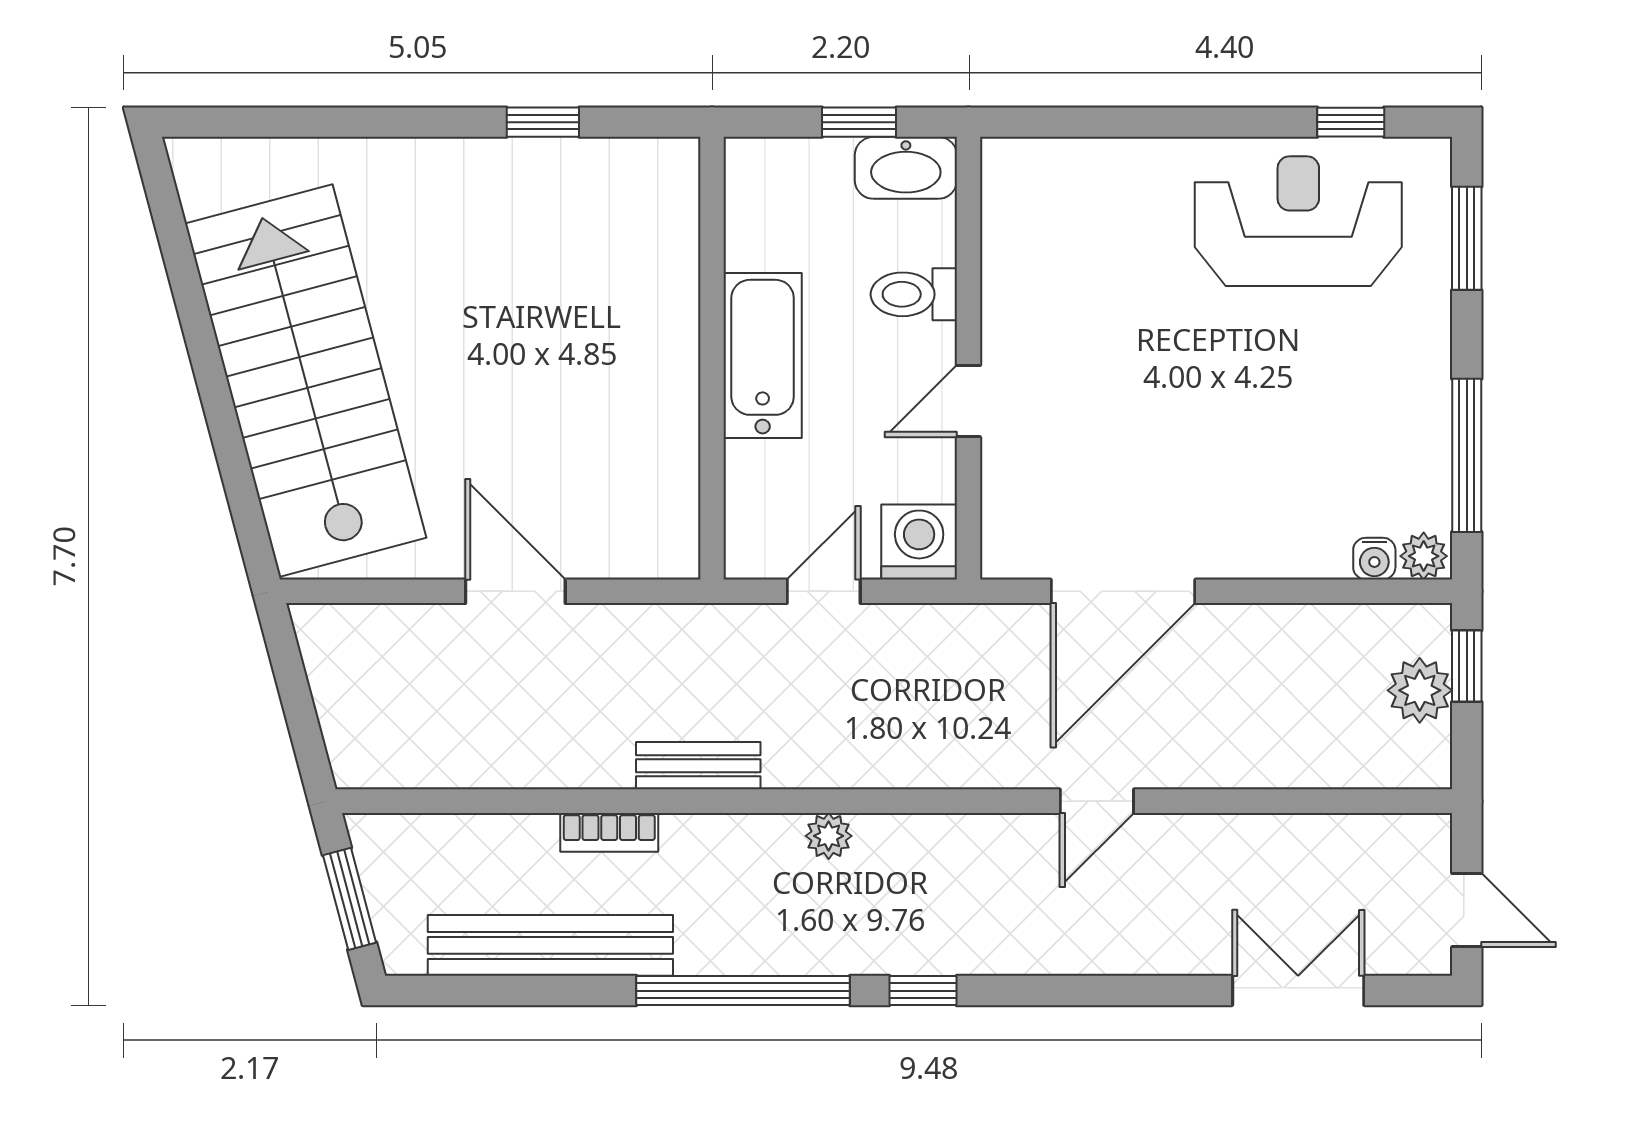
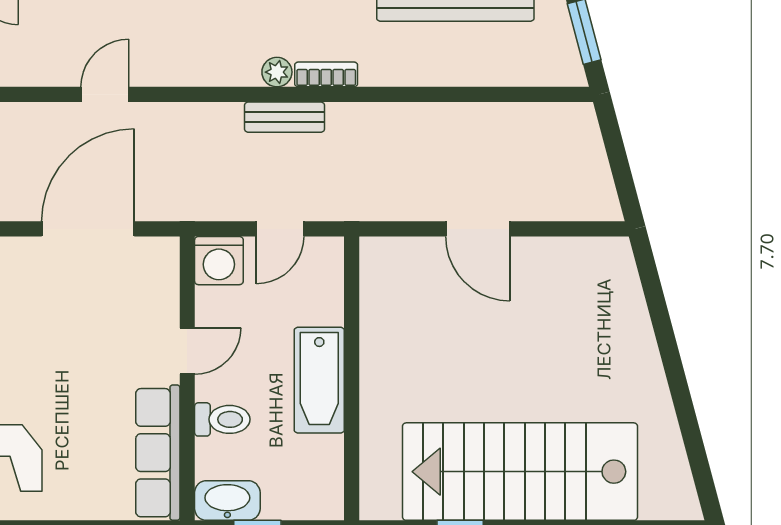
row of seats: (1014, 242) -> (158, 453), added
stairs: (306, 381) -> (520, 472), moved, turned 105
bench: (698, 766) -> (285, 117), moved
bookcase: (609, 832) -> (326, 74), moved

